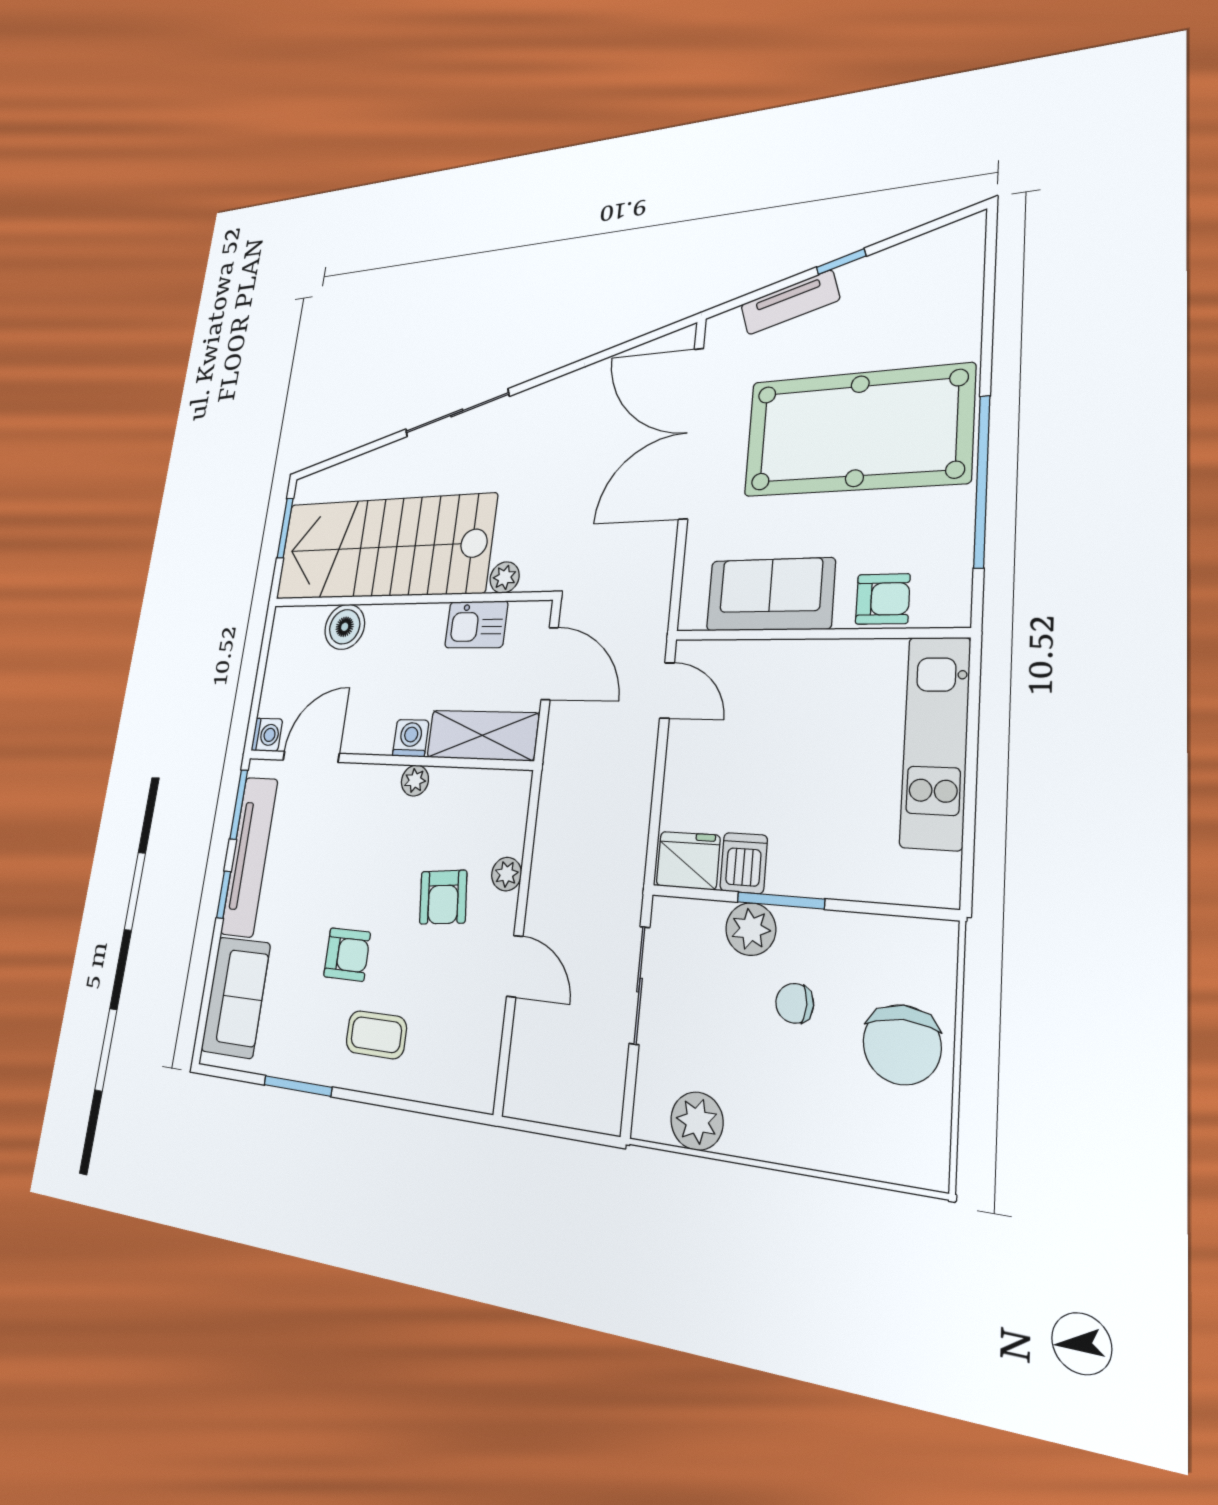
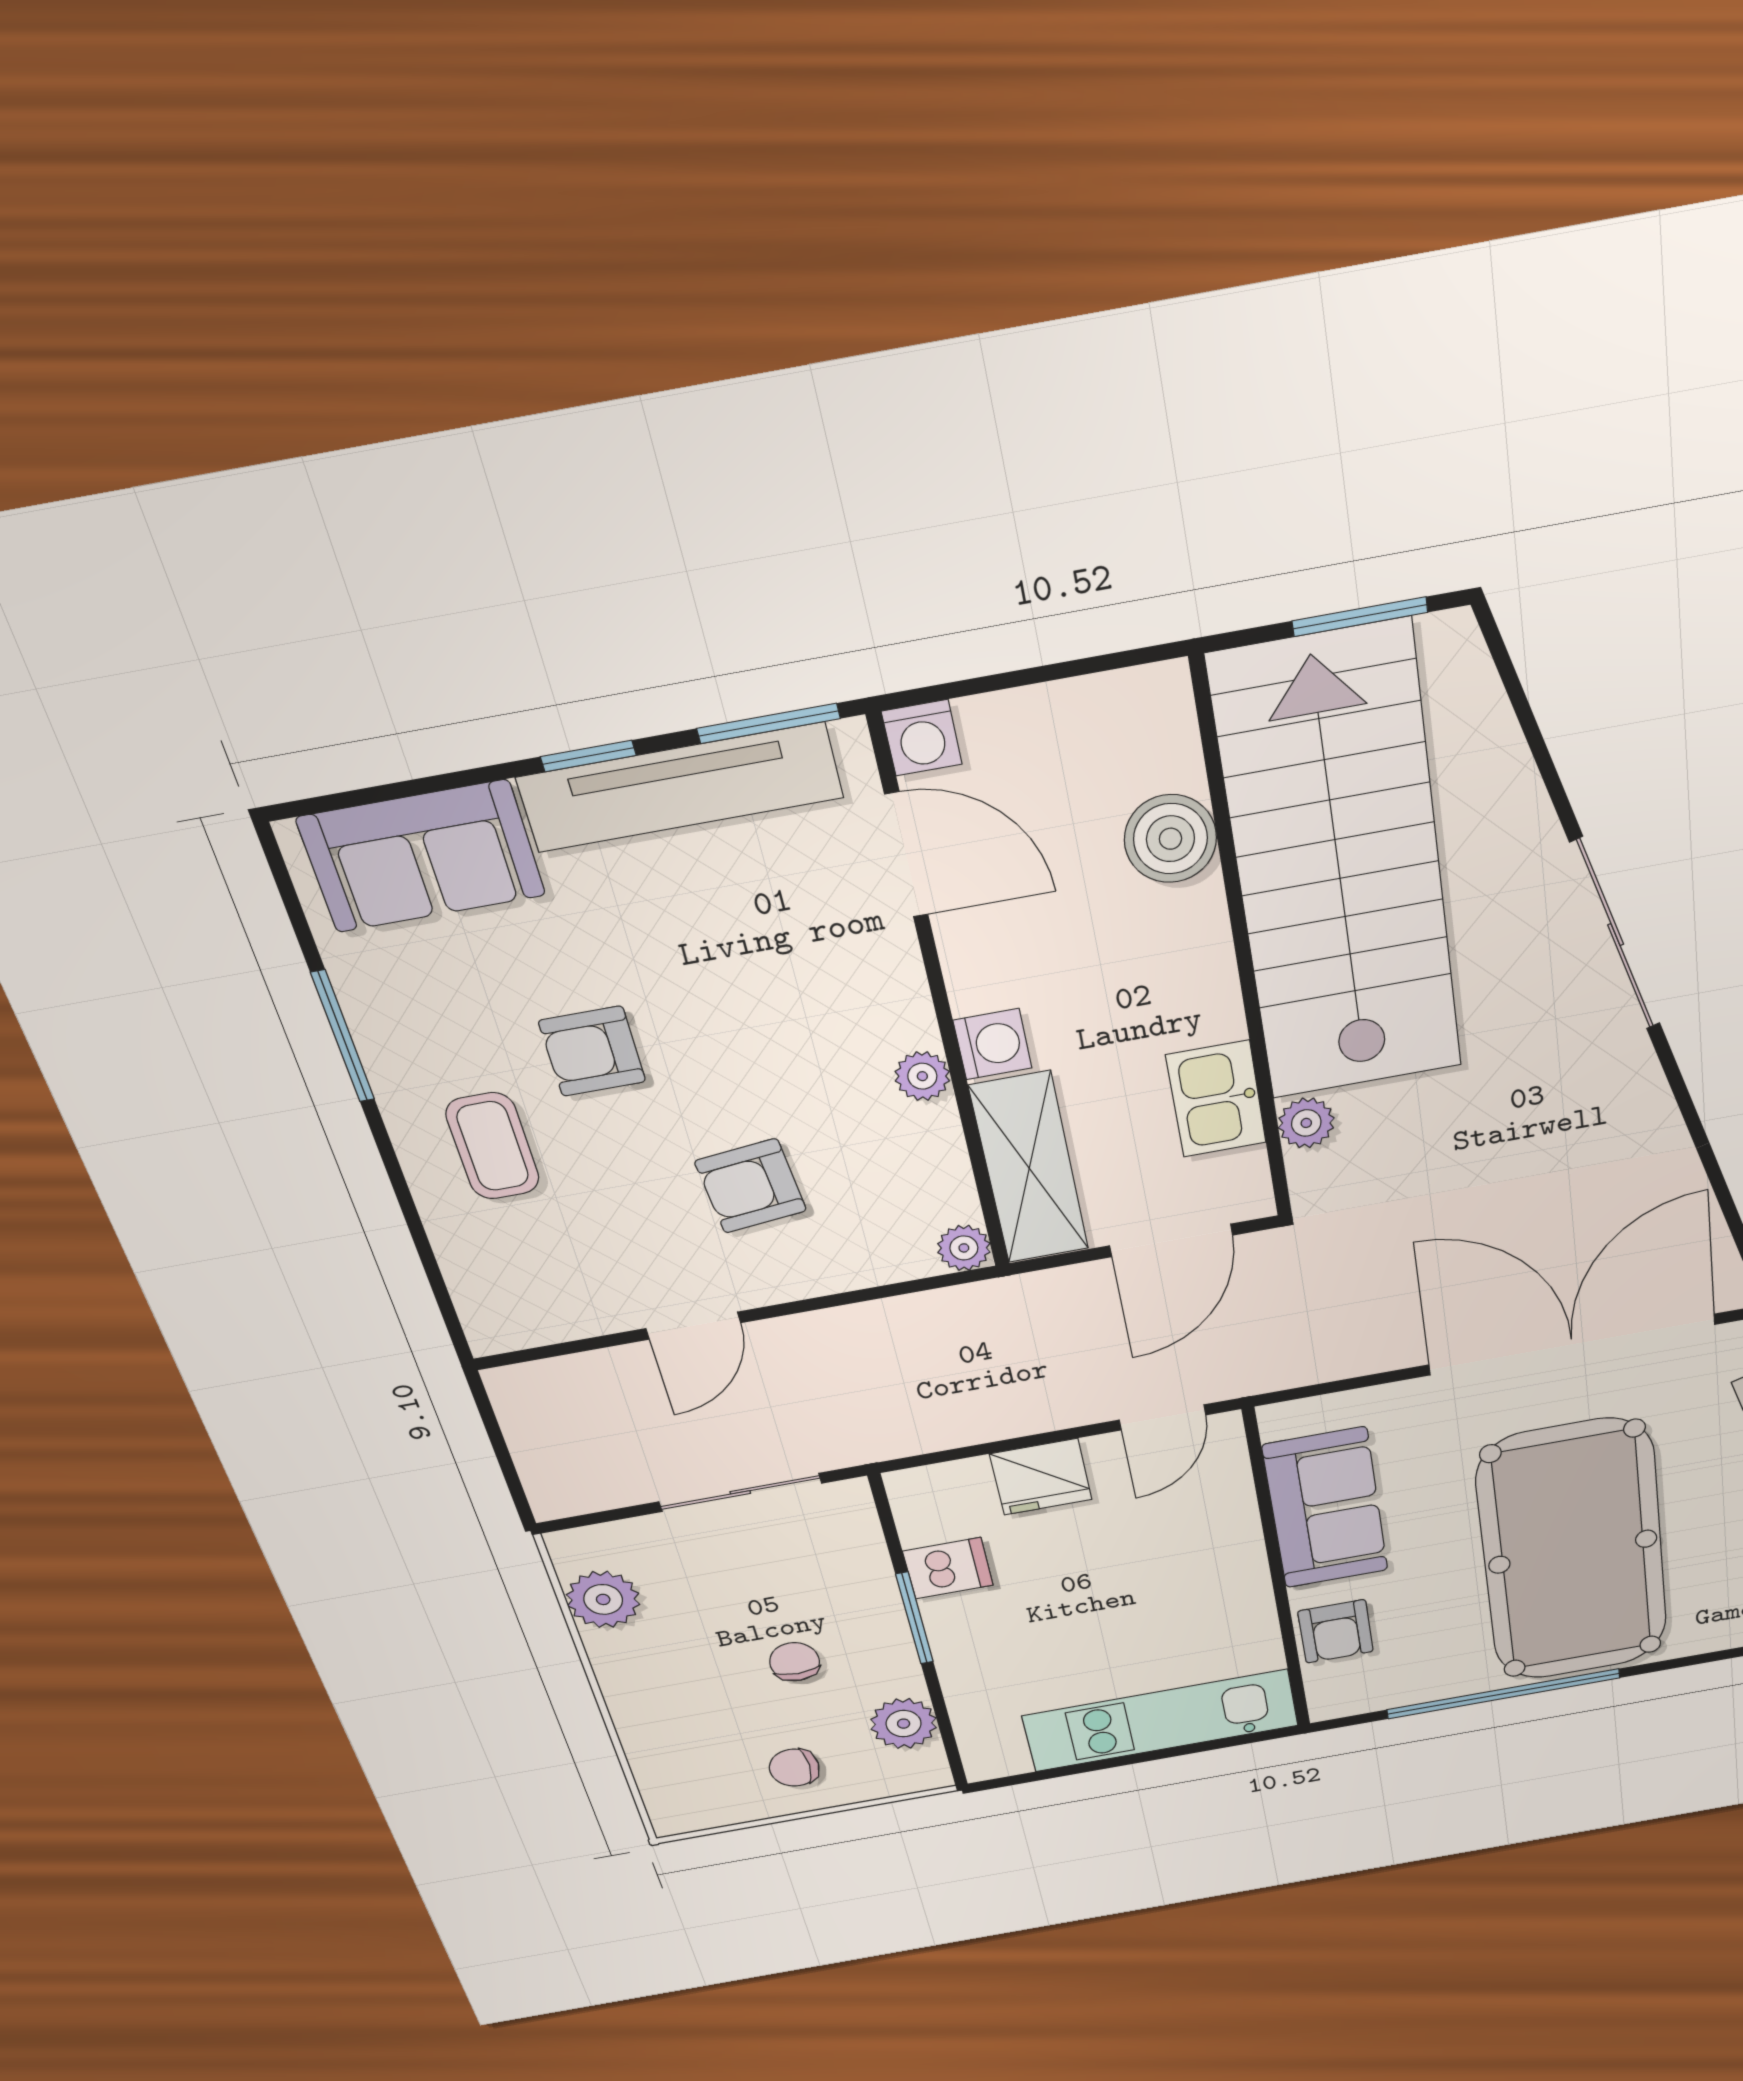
fridge: (688, 860) -> (1041, 1477), moved, turned 90
plant: (506, 874) -> (964, 1248), moved
plant: (751, 929) -> (904, 1724), moved
armchair: (347, 954) -> (592, 1051), turned 90
chair: (902, 1045) -> (794, 1768), width x0.54, depth x0.54

